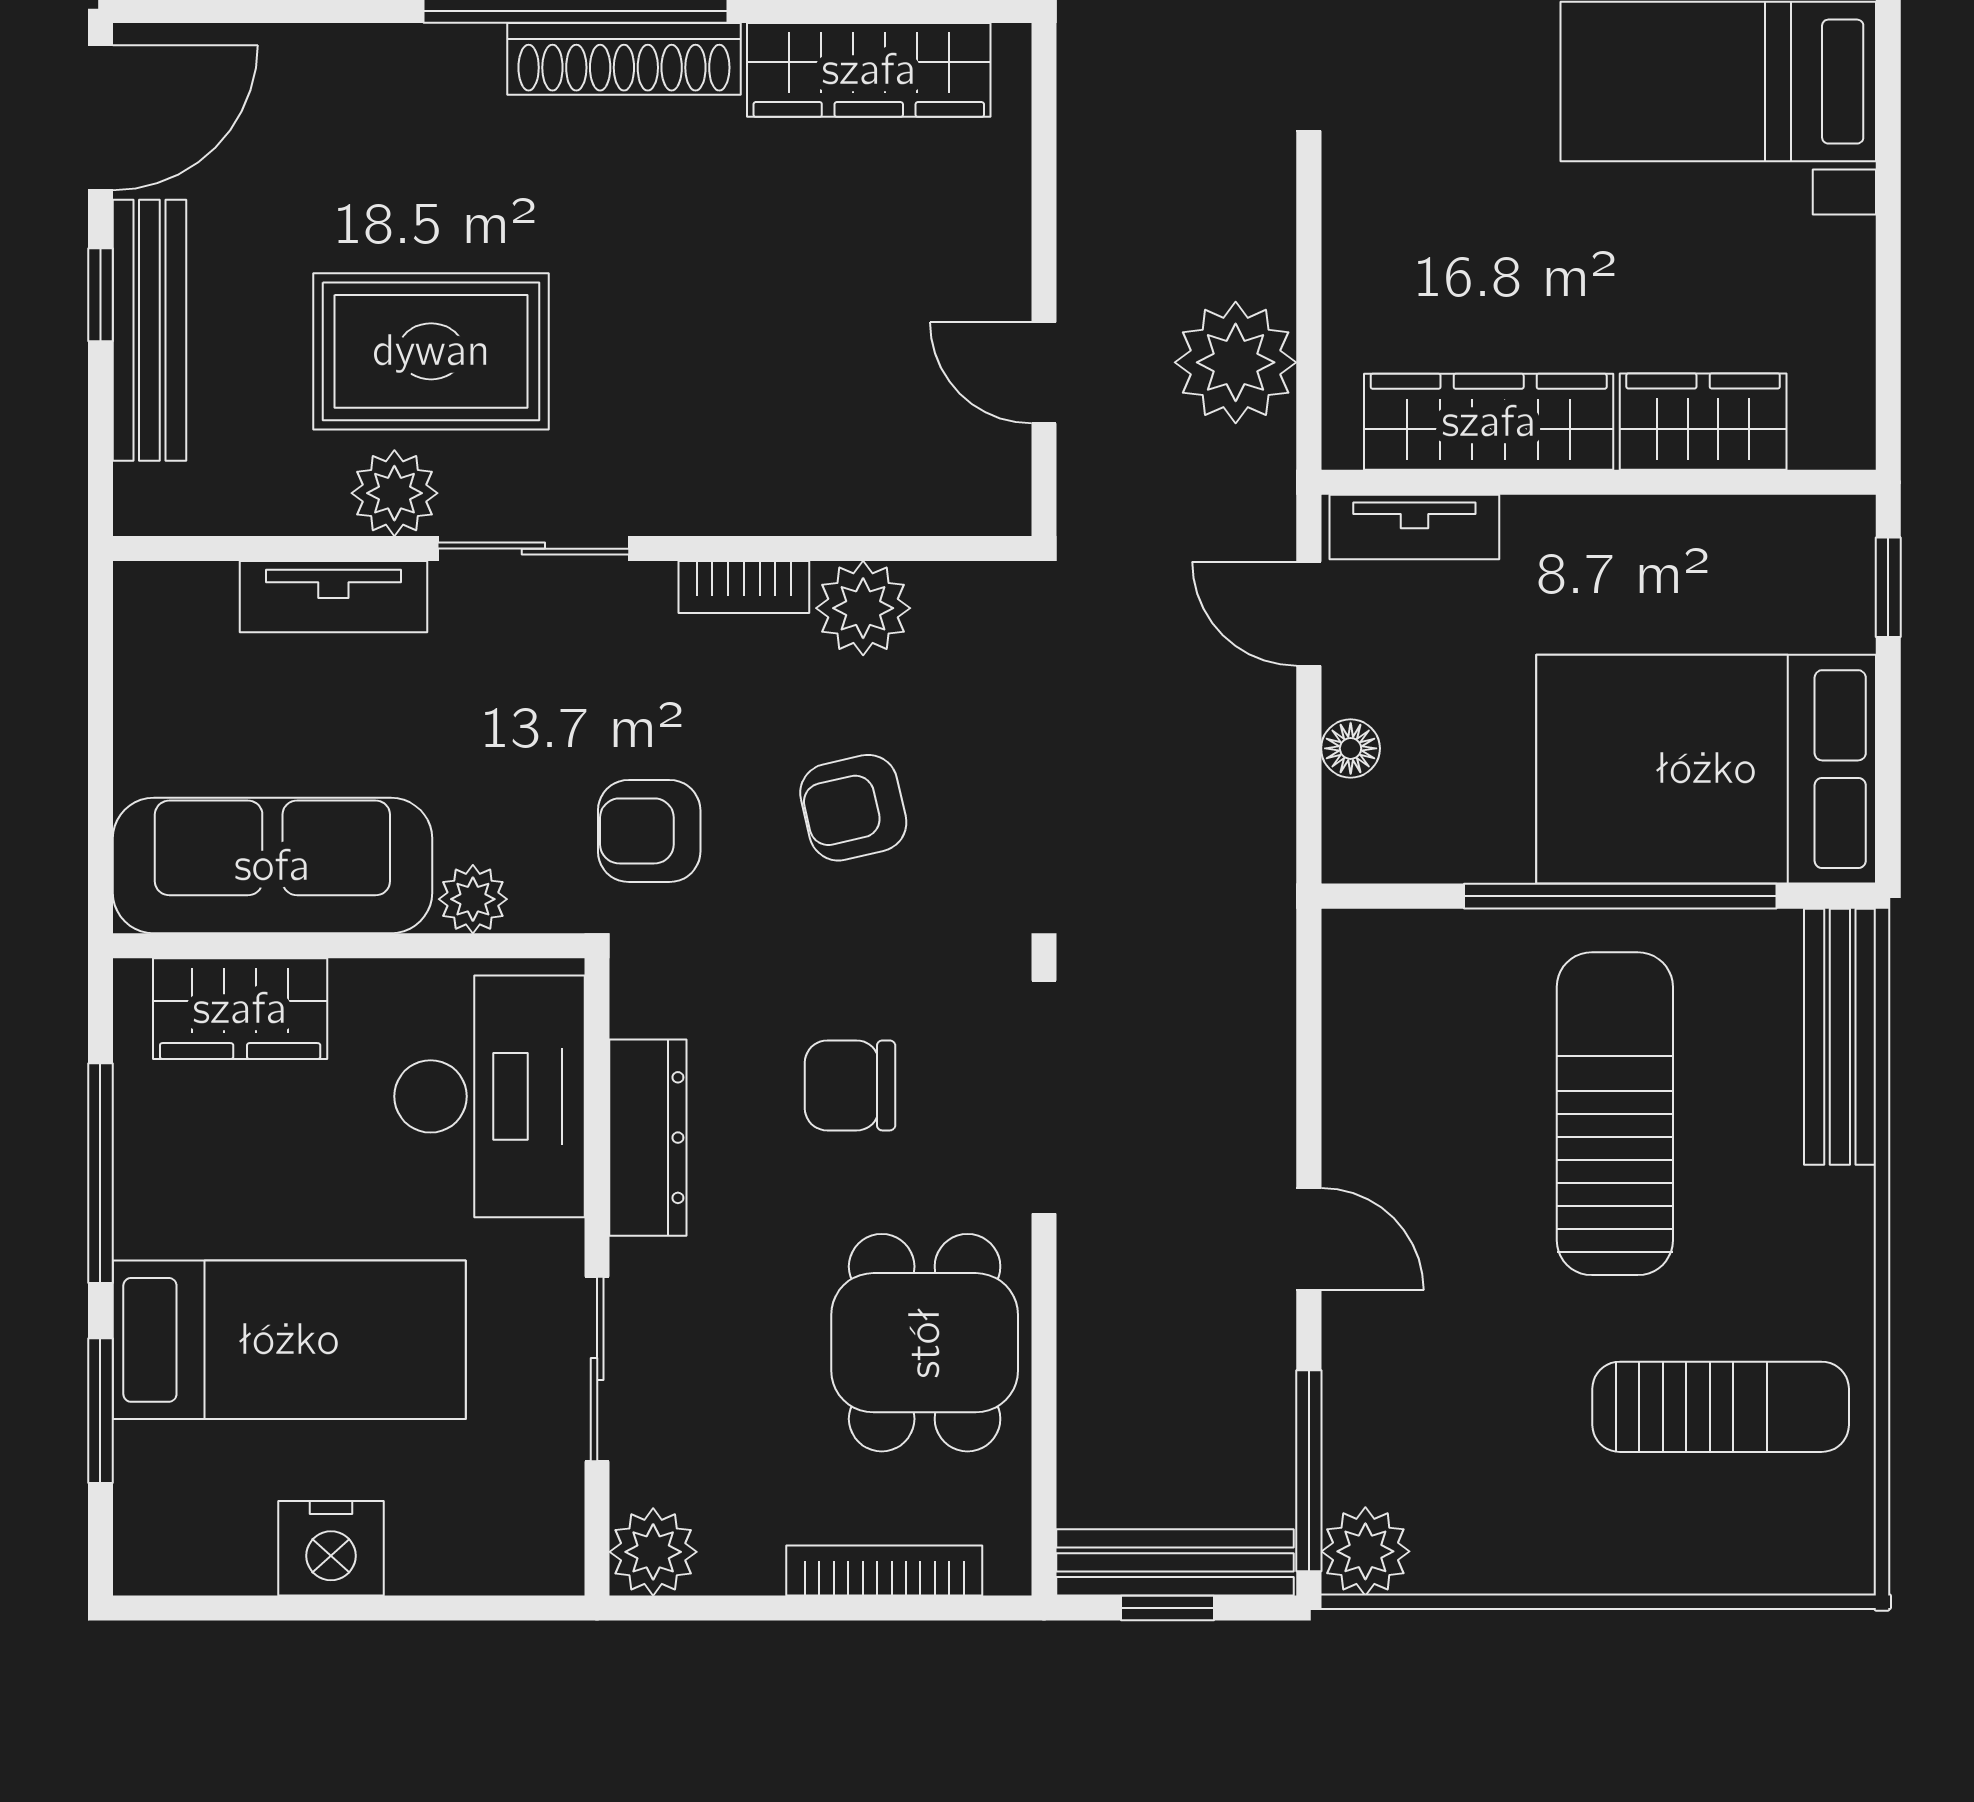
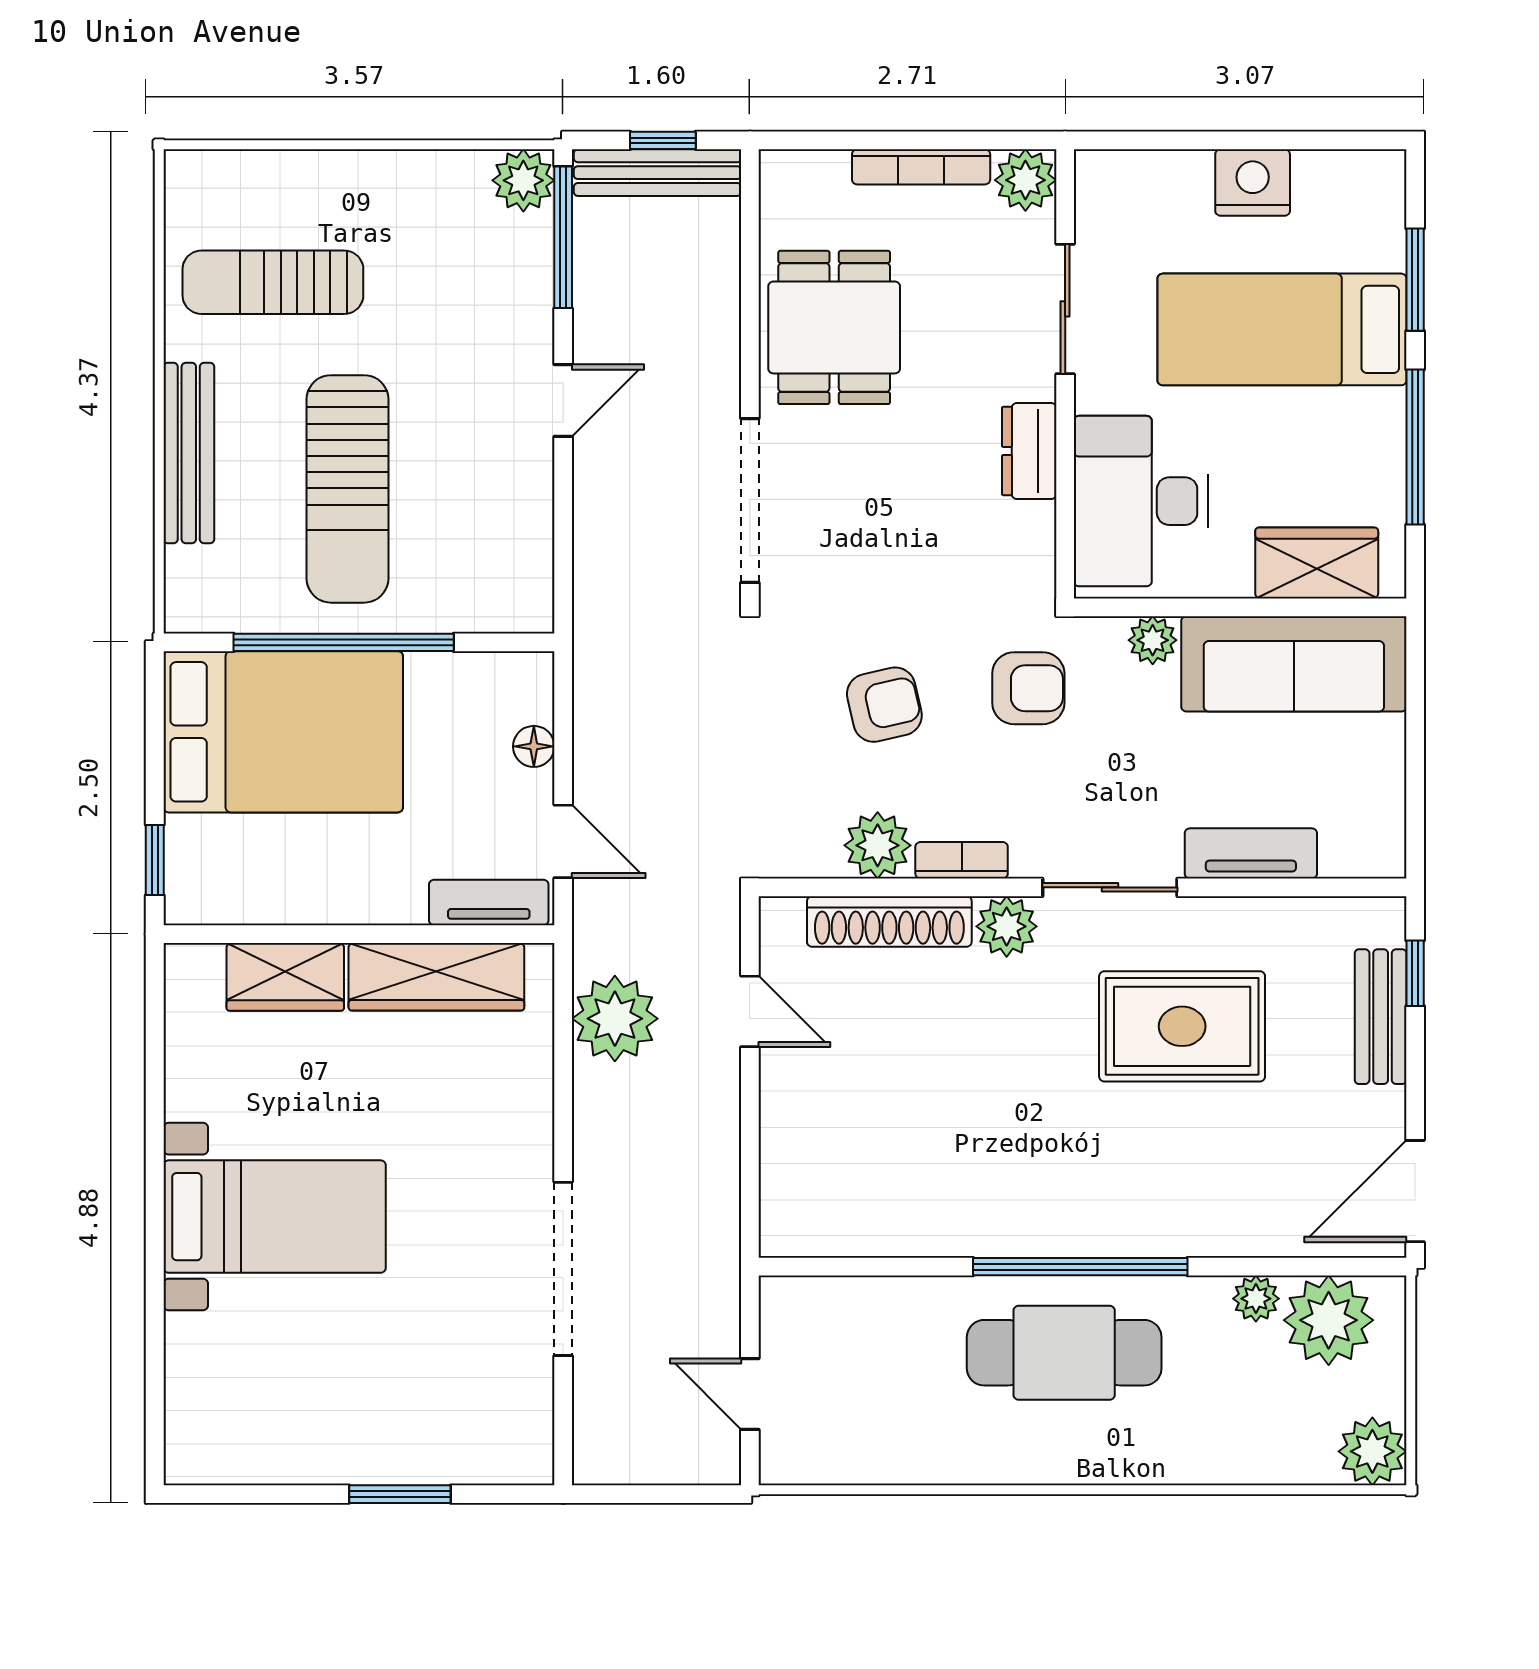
shoe rack: (624, 59) -> (889, 922), moved, turned 180
wardrobe: (869, 70) -> (873, 1225), removed
window: (100, 295) -> (1415, 973), moved
bench: (149, 330) -> (1381, 1017), width x0.73
plant: (394, 493) -> (1007, 926), moved
bench: (1840, 1037) -> (189, 453), moved
chair: (850, 1085) -> (887, 509), removed
dresser: (648, 1138) -> (1029, 451), width x0.70
door: (1309, 1239) -> (563, 401), swing flipped
bookcase: (884, 1570) -> (921, 167), moved

